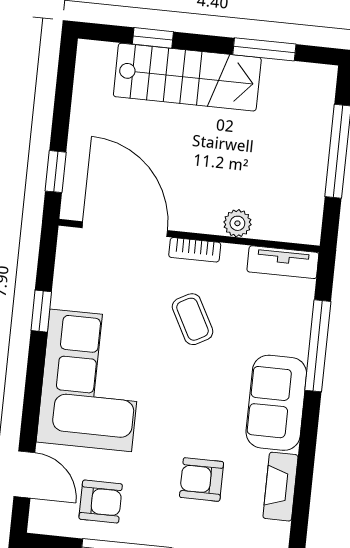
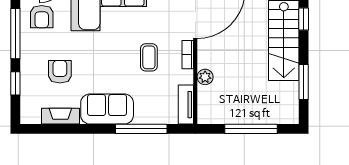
coffee table: (193, 319) -> (149, 57), turned -62

